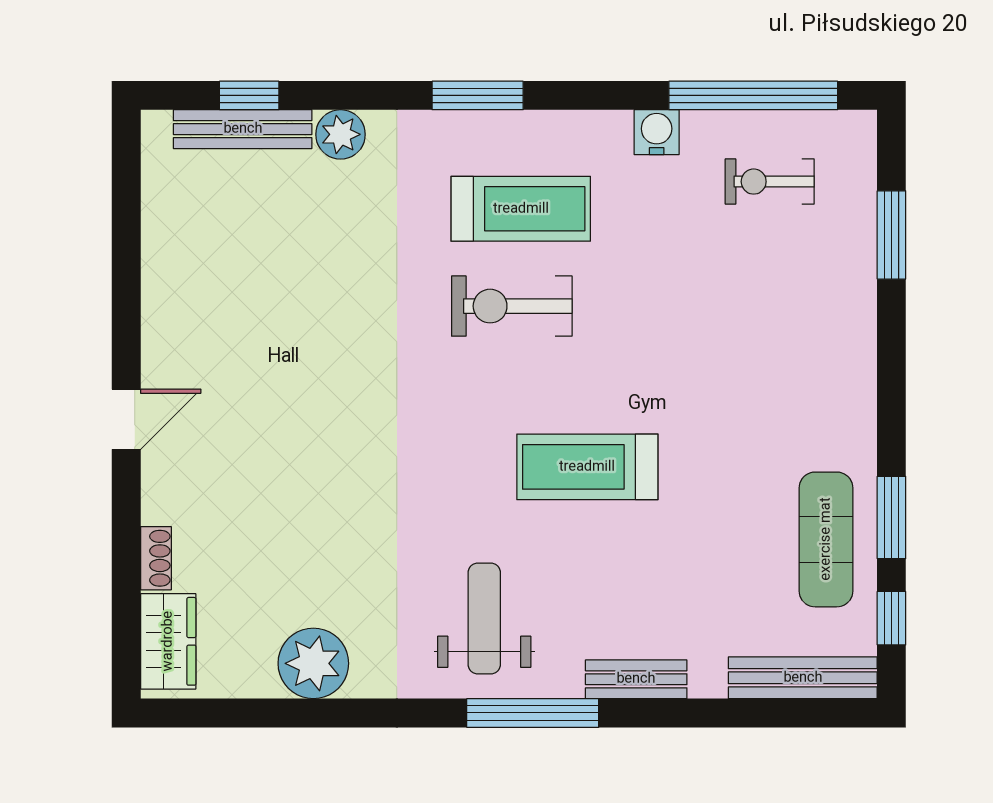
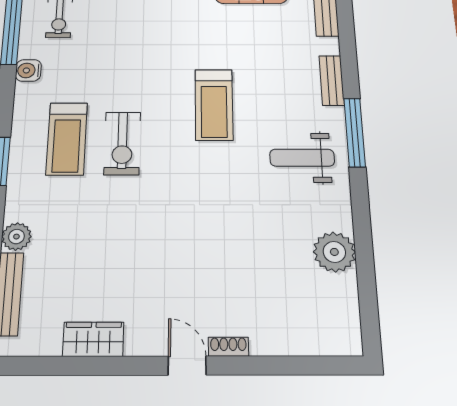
treadmill: (521, 209) -> (67, 139), turned 180
shoe rack: (156, 558) -> (228, 347), moved
wardrobe: (168, 641) -> (93, 339), moved

